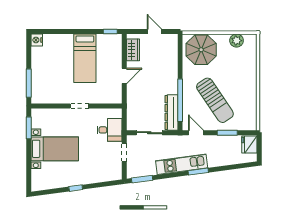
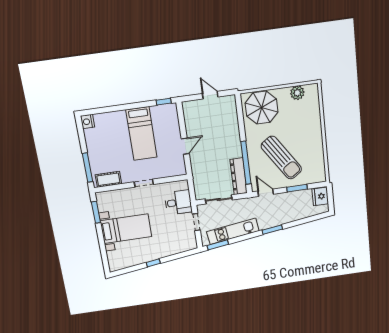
wardrobe: (133, 50) -> (190, 118), removed
cot: (46, 97) -> (108, 179), added
kitchen unit: (182, 164) -> (233, 231), moved

